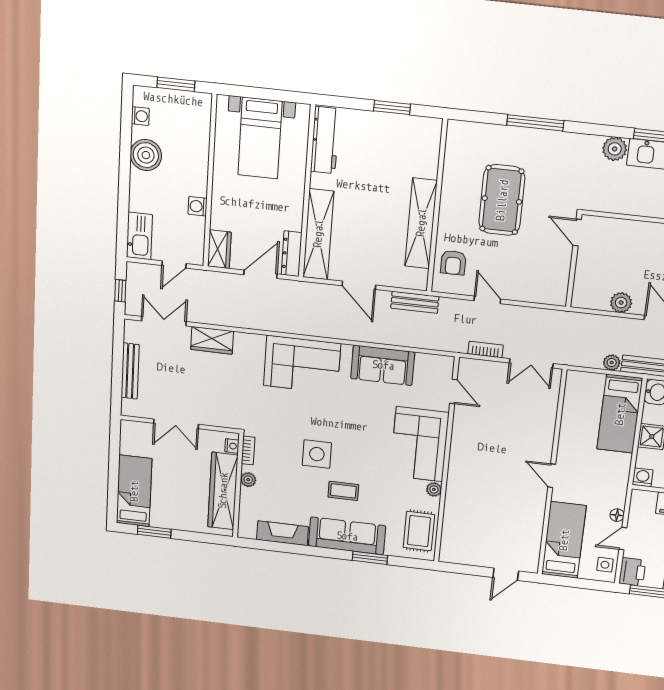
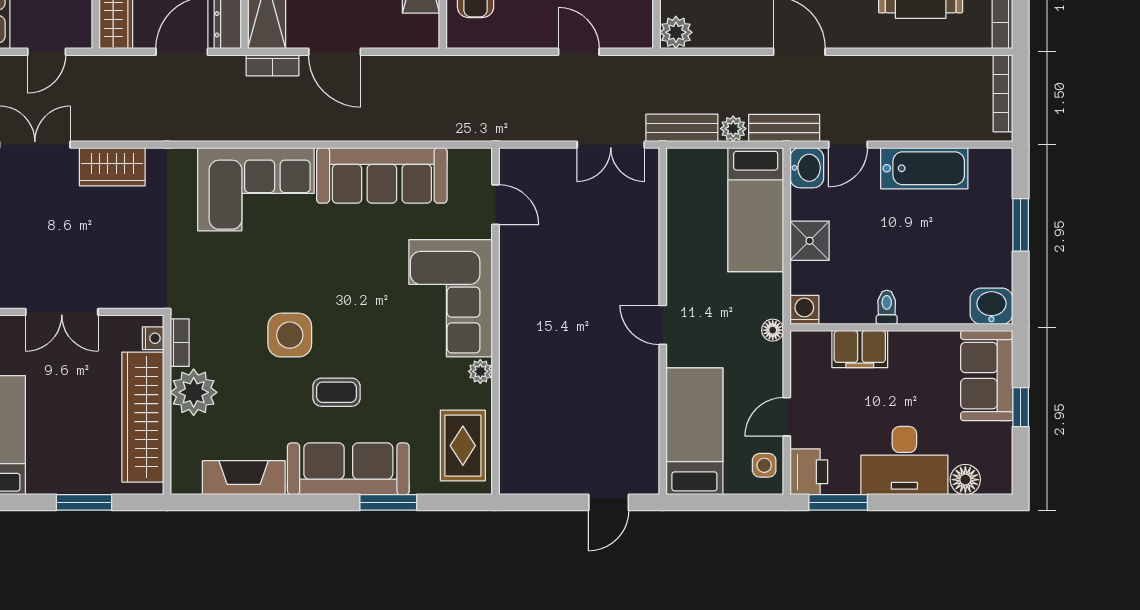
door: (487, 300) -> (579, 52), moved
bench: (415, 302) -> (682, 128), moved
plant: (621, 303) -> (676, 32), moved
bookcase: (486, 350) -> (272, 65), moved, turned 180
sofa: (383, 365) -> (382, 175), width x1.36
plant: (248, 480) -> (194, 392), width x1.88, depth x1.88
floor lamp: (617, 515) -> (773, 330), moved
window: (154, 532) -> (84, 502), moved

